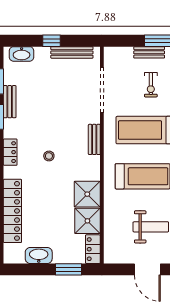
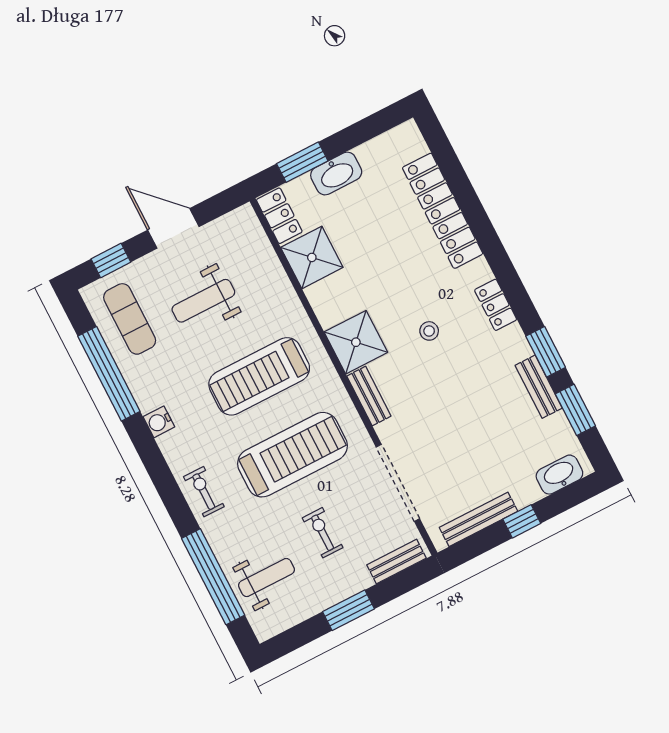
bench: (149, 52) -> (397, 562), moved
shower: (87, 194) -> (356, 342), moved
washbasin: (39, 255) -> (336, 174), moved

